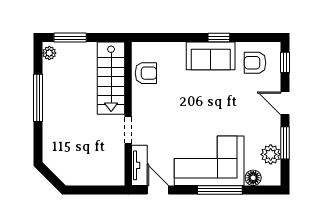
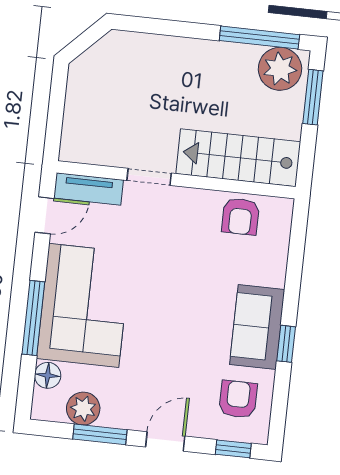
plant: (49, 53) -> (280, 69), width x1.87, depth x1.87
window: (38, 98) -> (259, 38), moved

